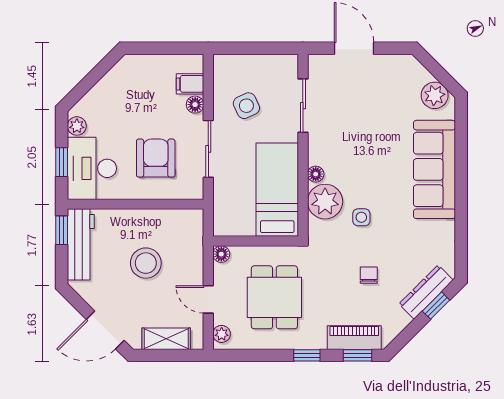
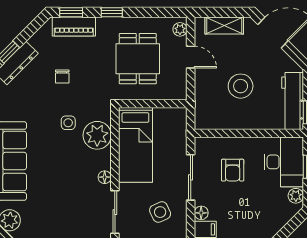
armchair: (156, 158) -> (233, 170), width x0.72, depth x0.72
floor lamp: (316, 174) -> (105, 177), moved
floor lamp: (221, 254) -> (180, 93), removed

